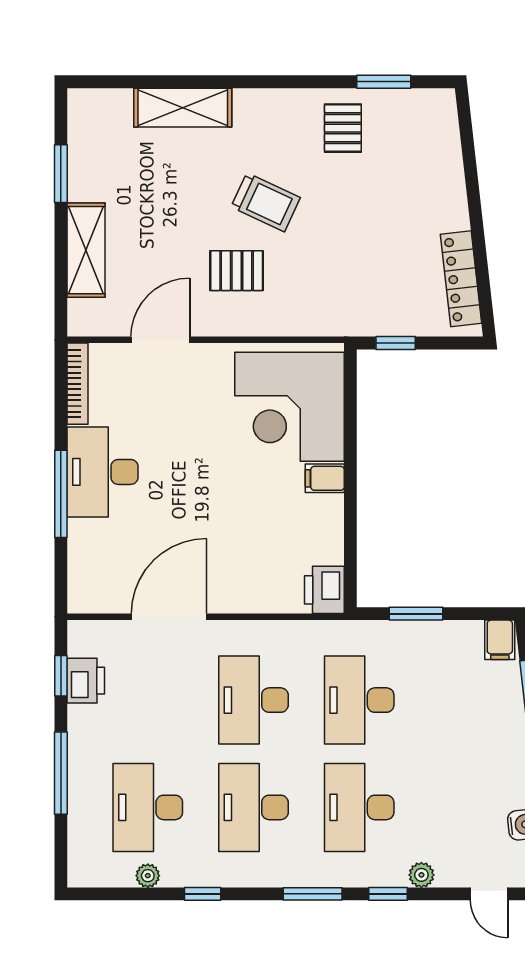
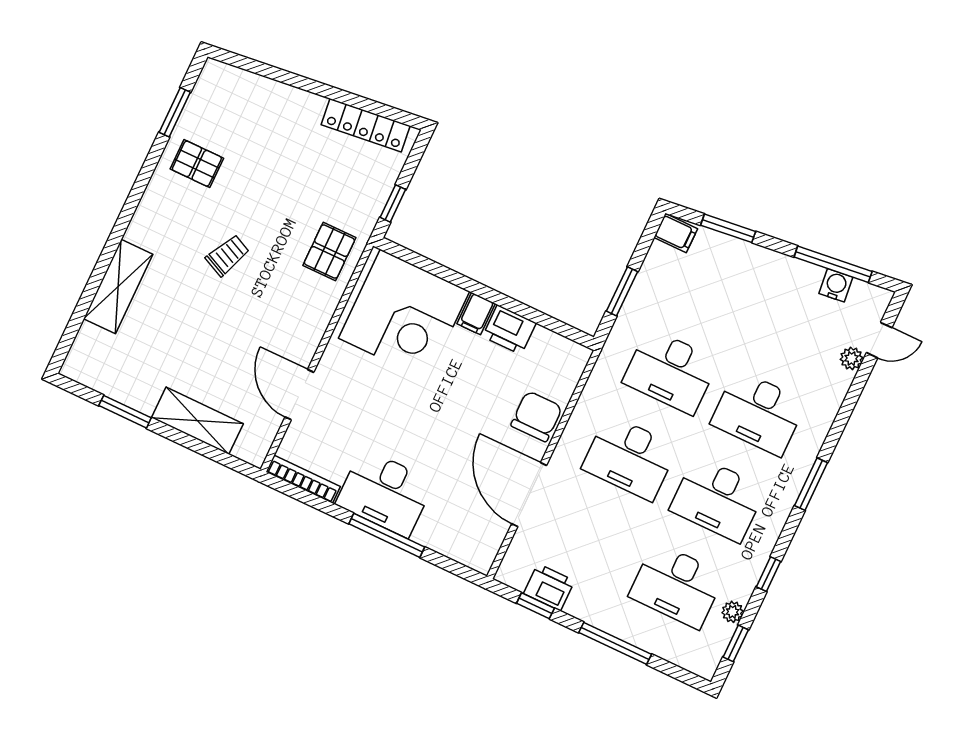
trolley: (266, 202) -> (228, 255), width x0.73, depth x0.72
pallet: (237, 271) -> (329, 252), moved
chair: (251, 587) -> (537, 416), added
printer: (324, 590) -> (509, 330), moved
plant: (421, 875) -> (852, 358), moved
window: (388, 894) -> (736, 643), moved

